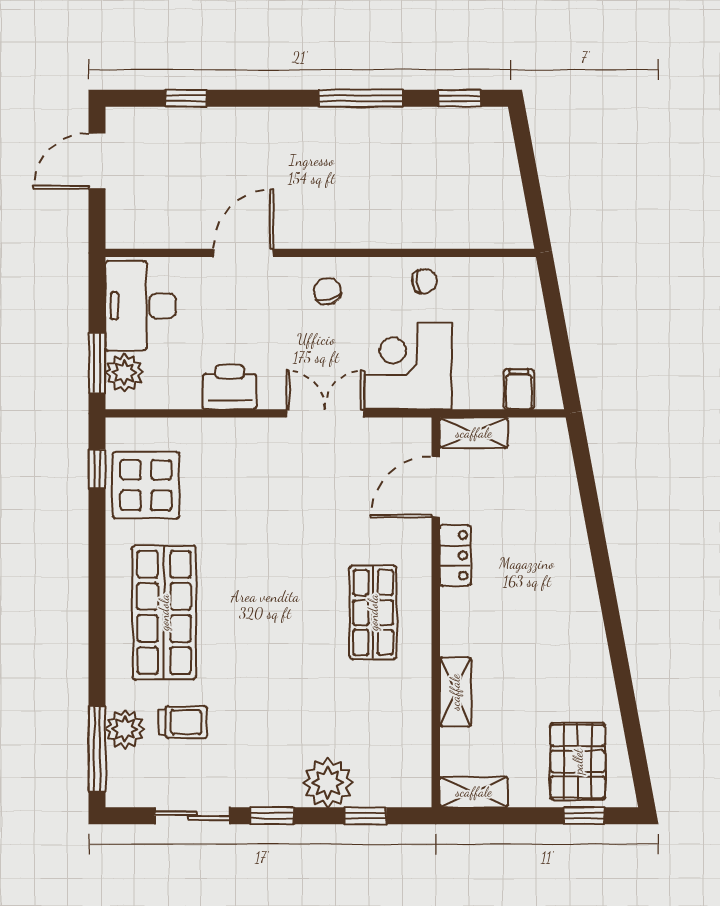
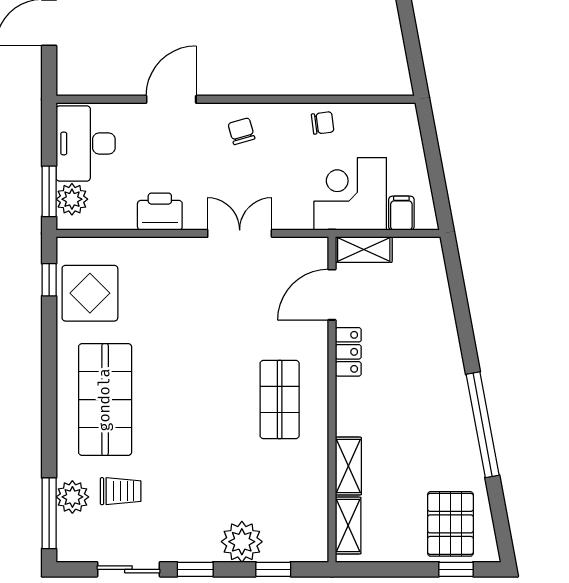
corner desk: (408, 366) -> (350, 194), moved
window: (616, 643) -> (483, 425), added
shelving: (474, 792) -> (348, 526), moved, turned 90

